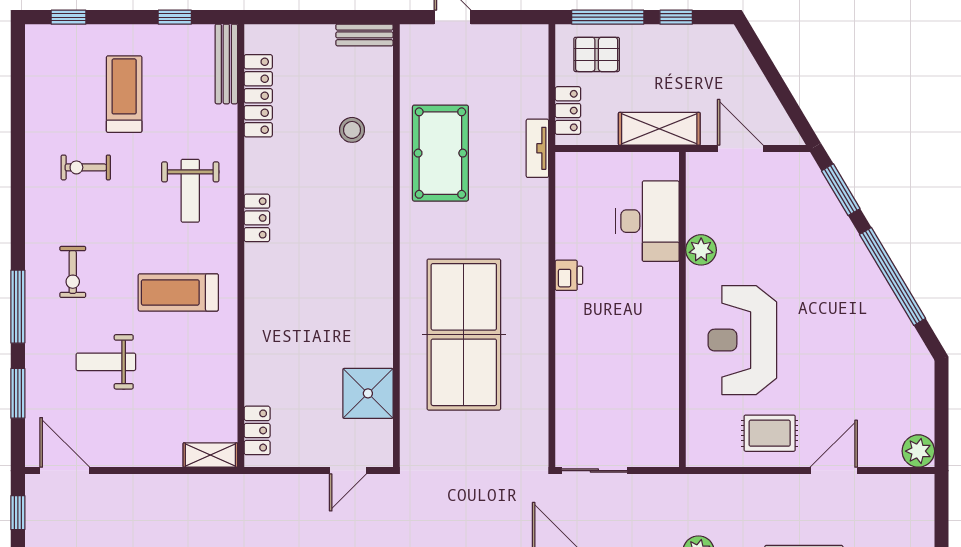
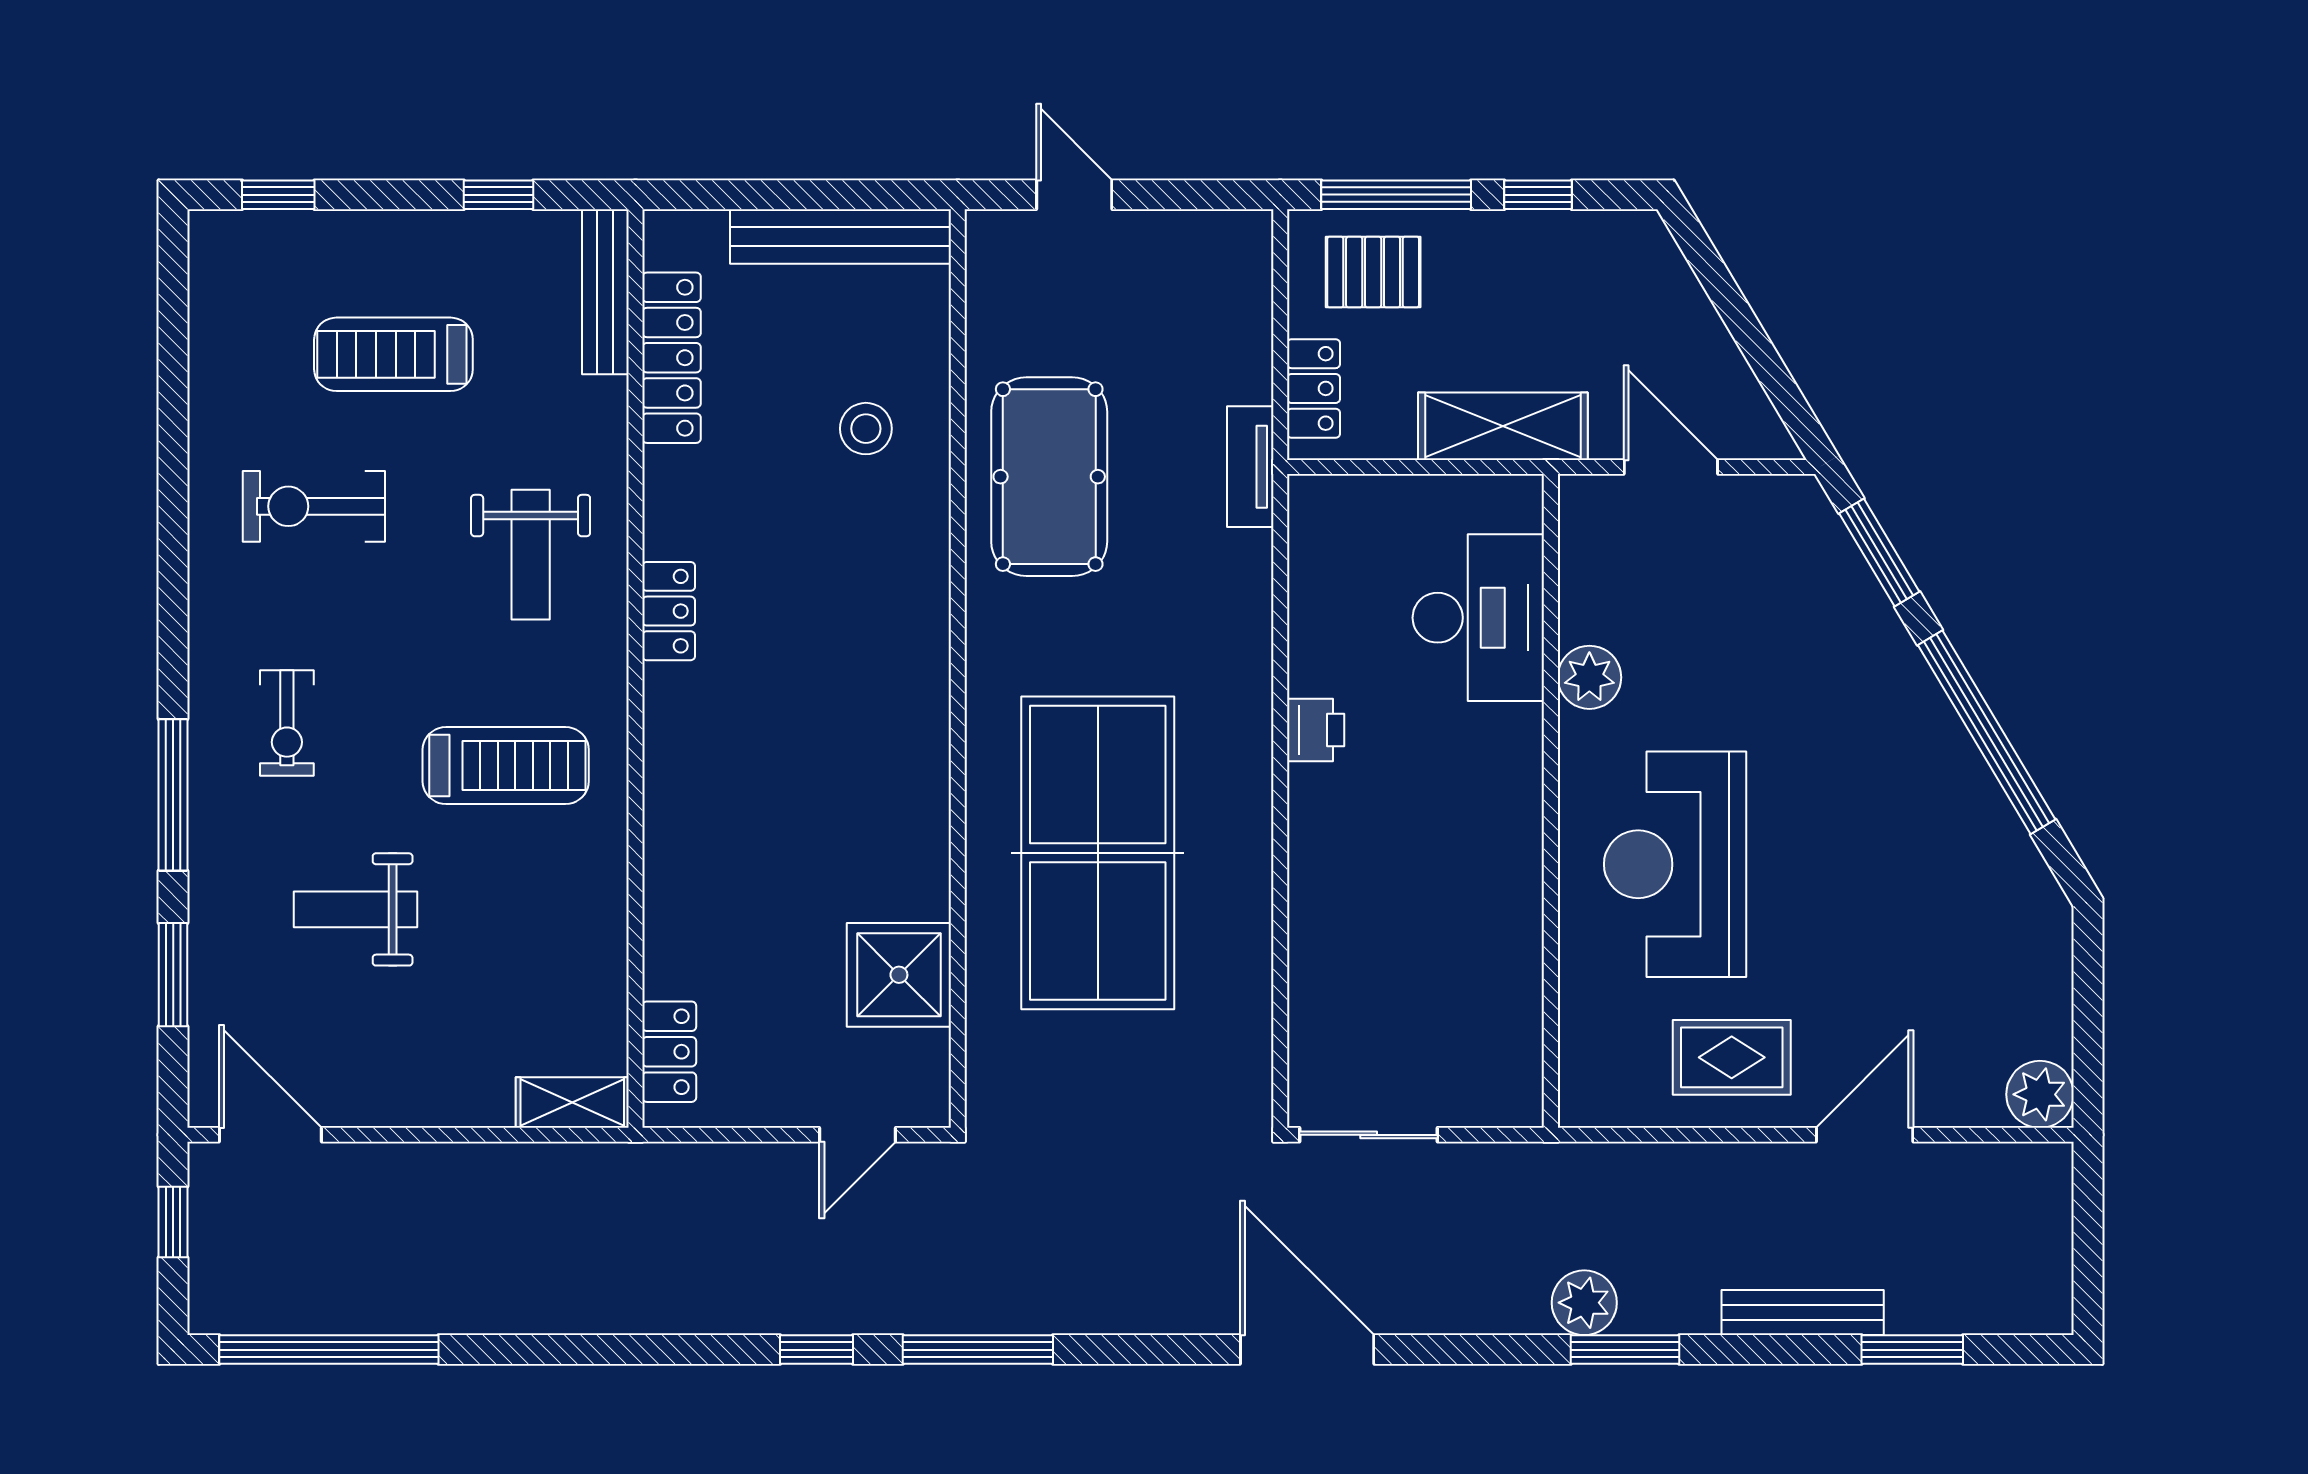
bench: (364, 35) -> (841, 236), width x1.86, depth x1.21
treadmill: (124, 94) -> (393, 354), turned -90
exercise bike: (86, 167) -> (314, 506), width x1.38, depth x1.39
treadmill: (178, 292) -> (506, 766), turned 180

